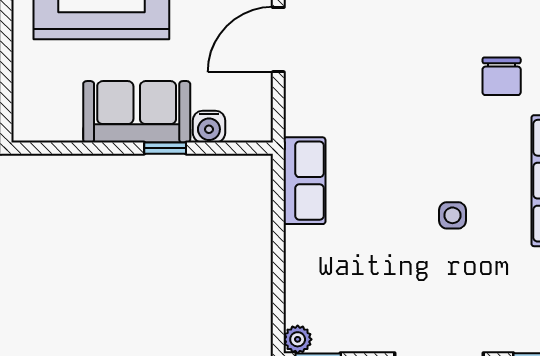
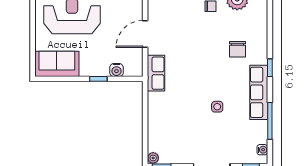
sofa: (137, 112) -> (57, 64), moved
row of seats: (304, 181) -> (156, 73), moved

